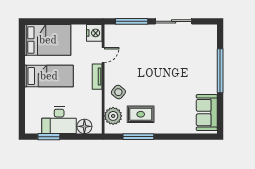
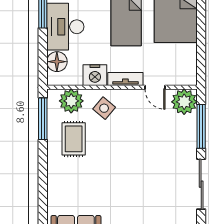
nightstand: (94, 33) -> (95, 75), moved
plant: (114, 34) -> (184, 102), added
window: (138, 137) -> (43, 119), moved

